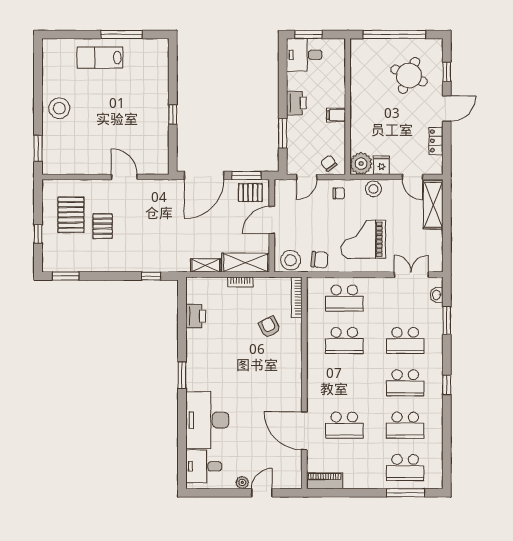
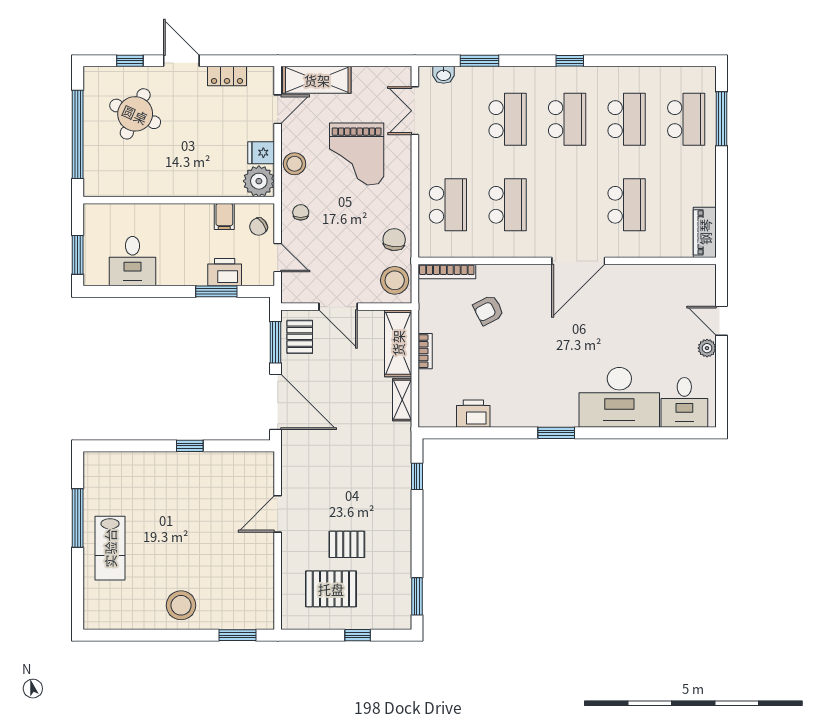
desk: (304, 55) -> (132, 261), moved
printer: (296, 103) -> (225, 272), moved
filing cabinet: (336, 115) -> (224, 216), moved
grand piano: (363, 239) -> (357, 154), moved
door: (304, 431) -> (578, 261), moved

